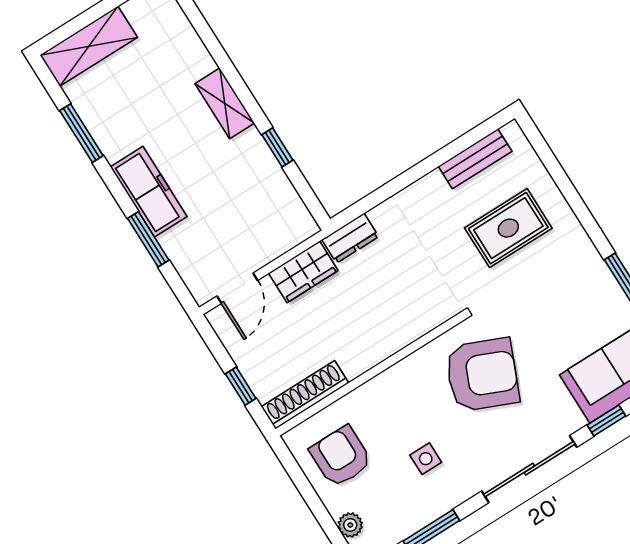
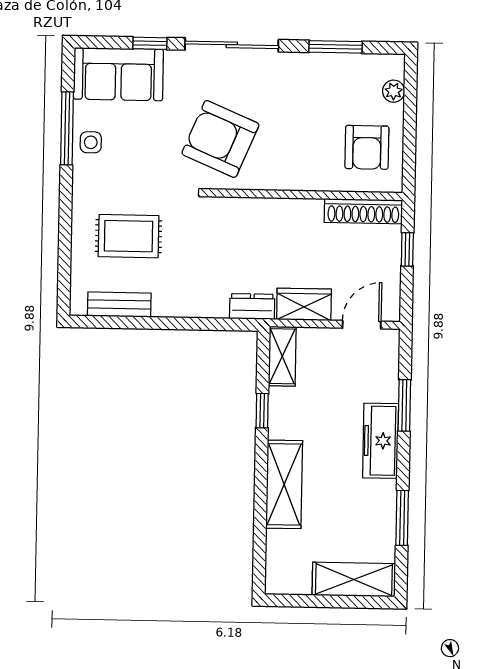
shelving: (225, 103) -> (284, 484), width x1.50, depth x1.33
shelving: (292, 210) -> (282, 356), added
side table: (426, 459) -> (91, 142), moved

